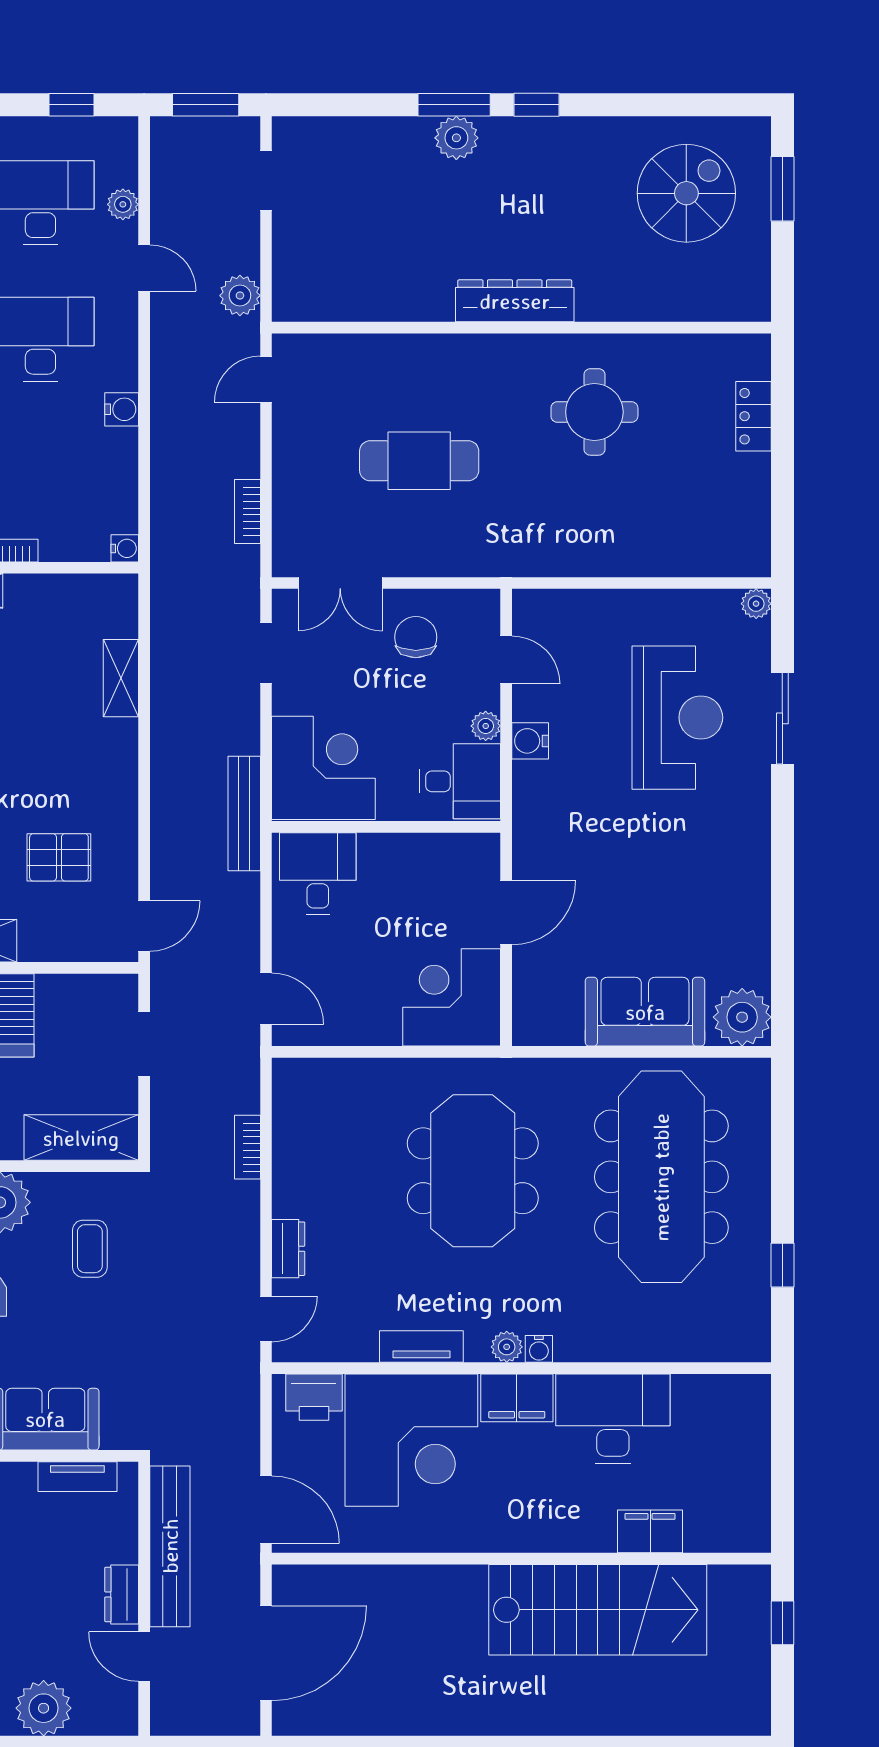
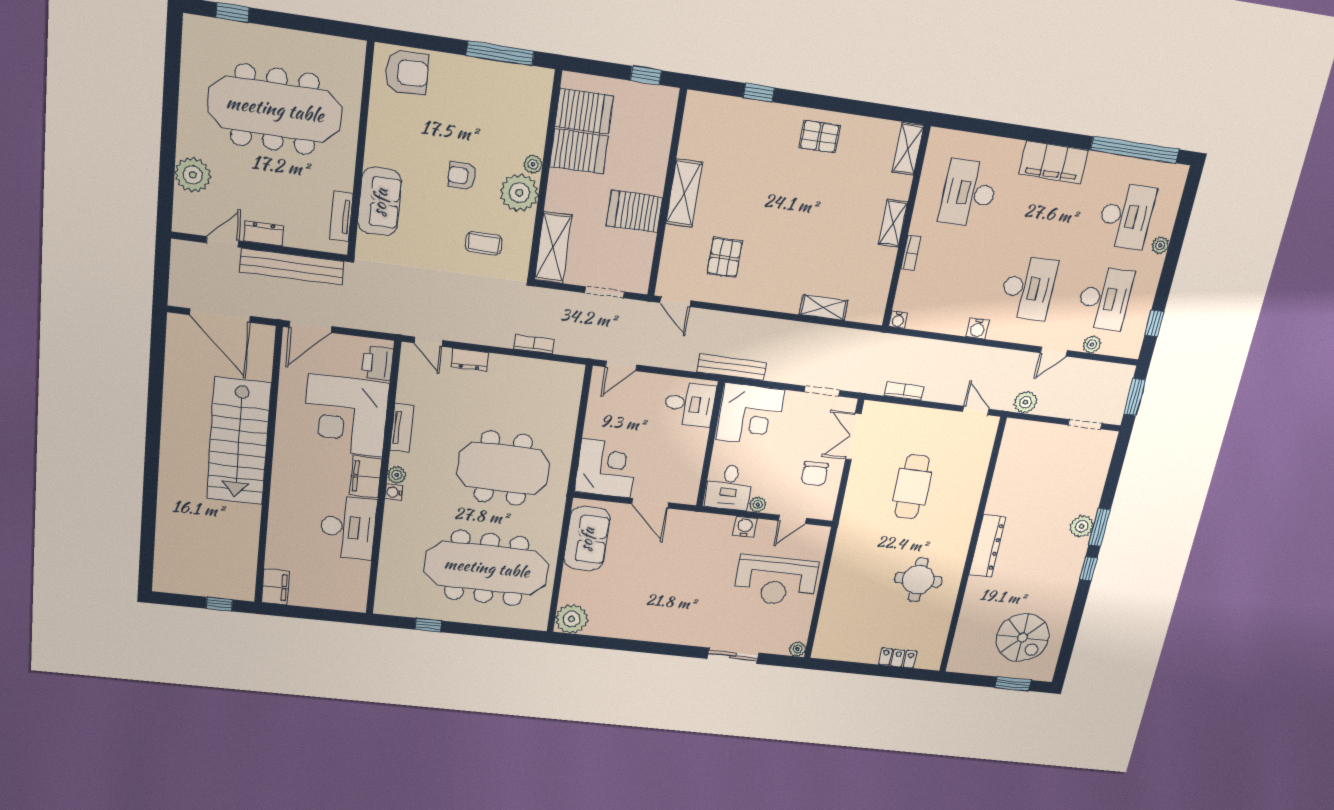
chair: (416, 637) -> (815, 473), turned 90
reception desk: (677, 718) -> (776, 581), moved
sofa: (645, 1012) -> (587, 539), moved
filing cabinet: (650, 1531) -> (275, 587), moved
stairs: (598, 1610) -> (239, 441), moved

